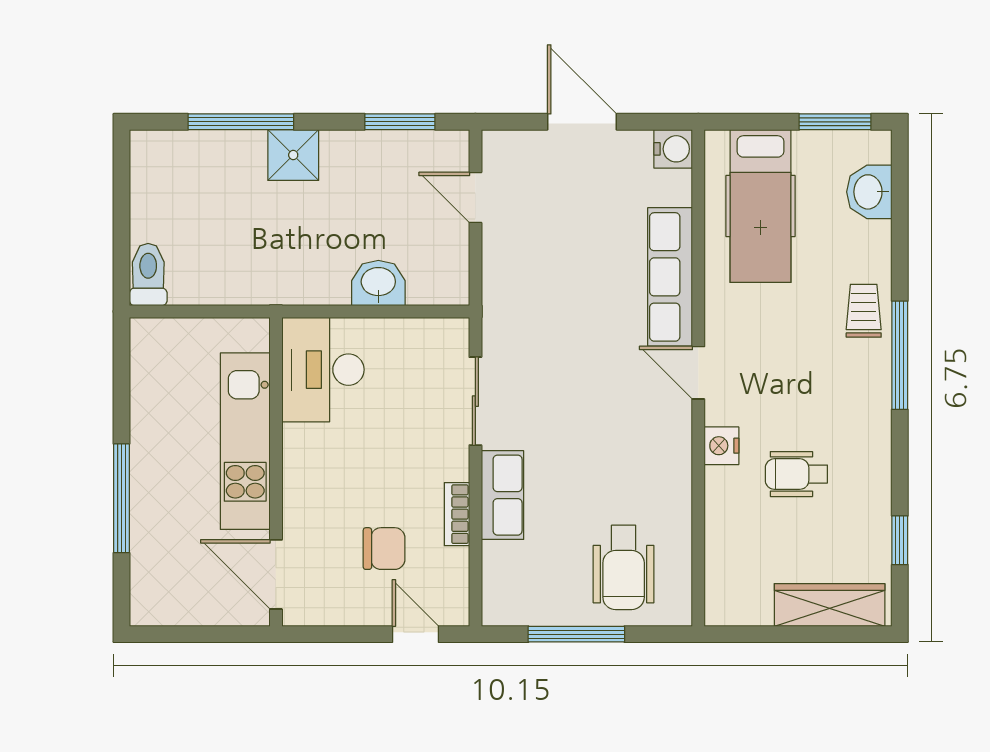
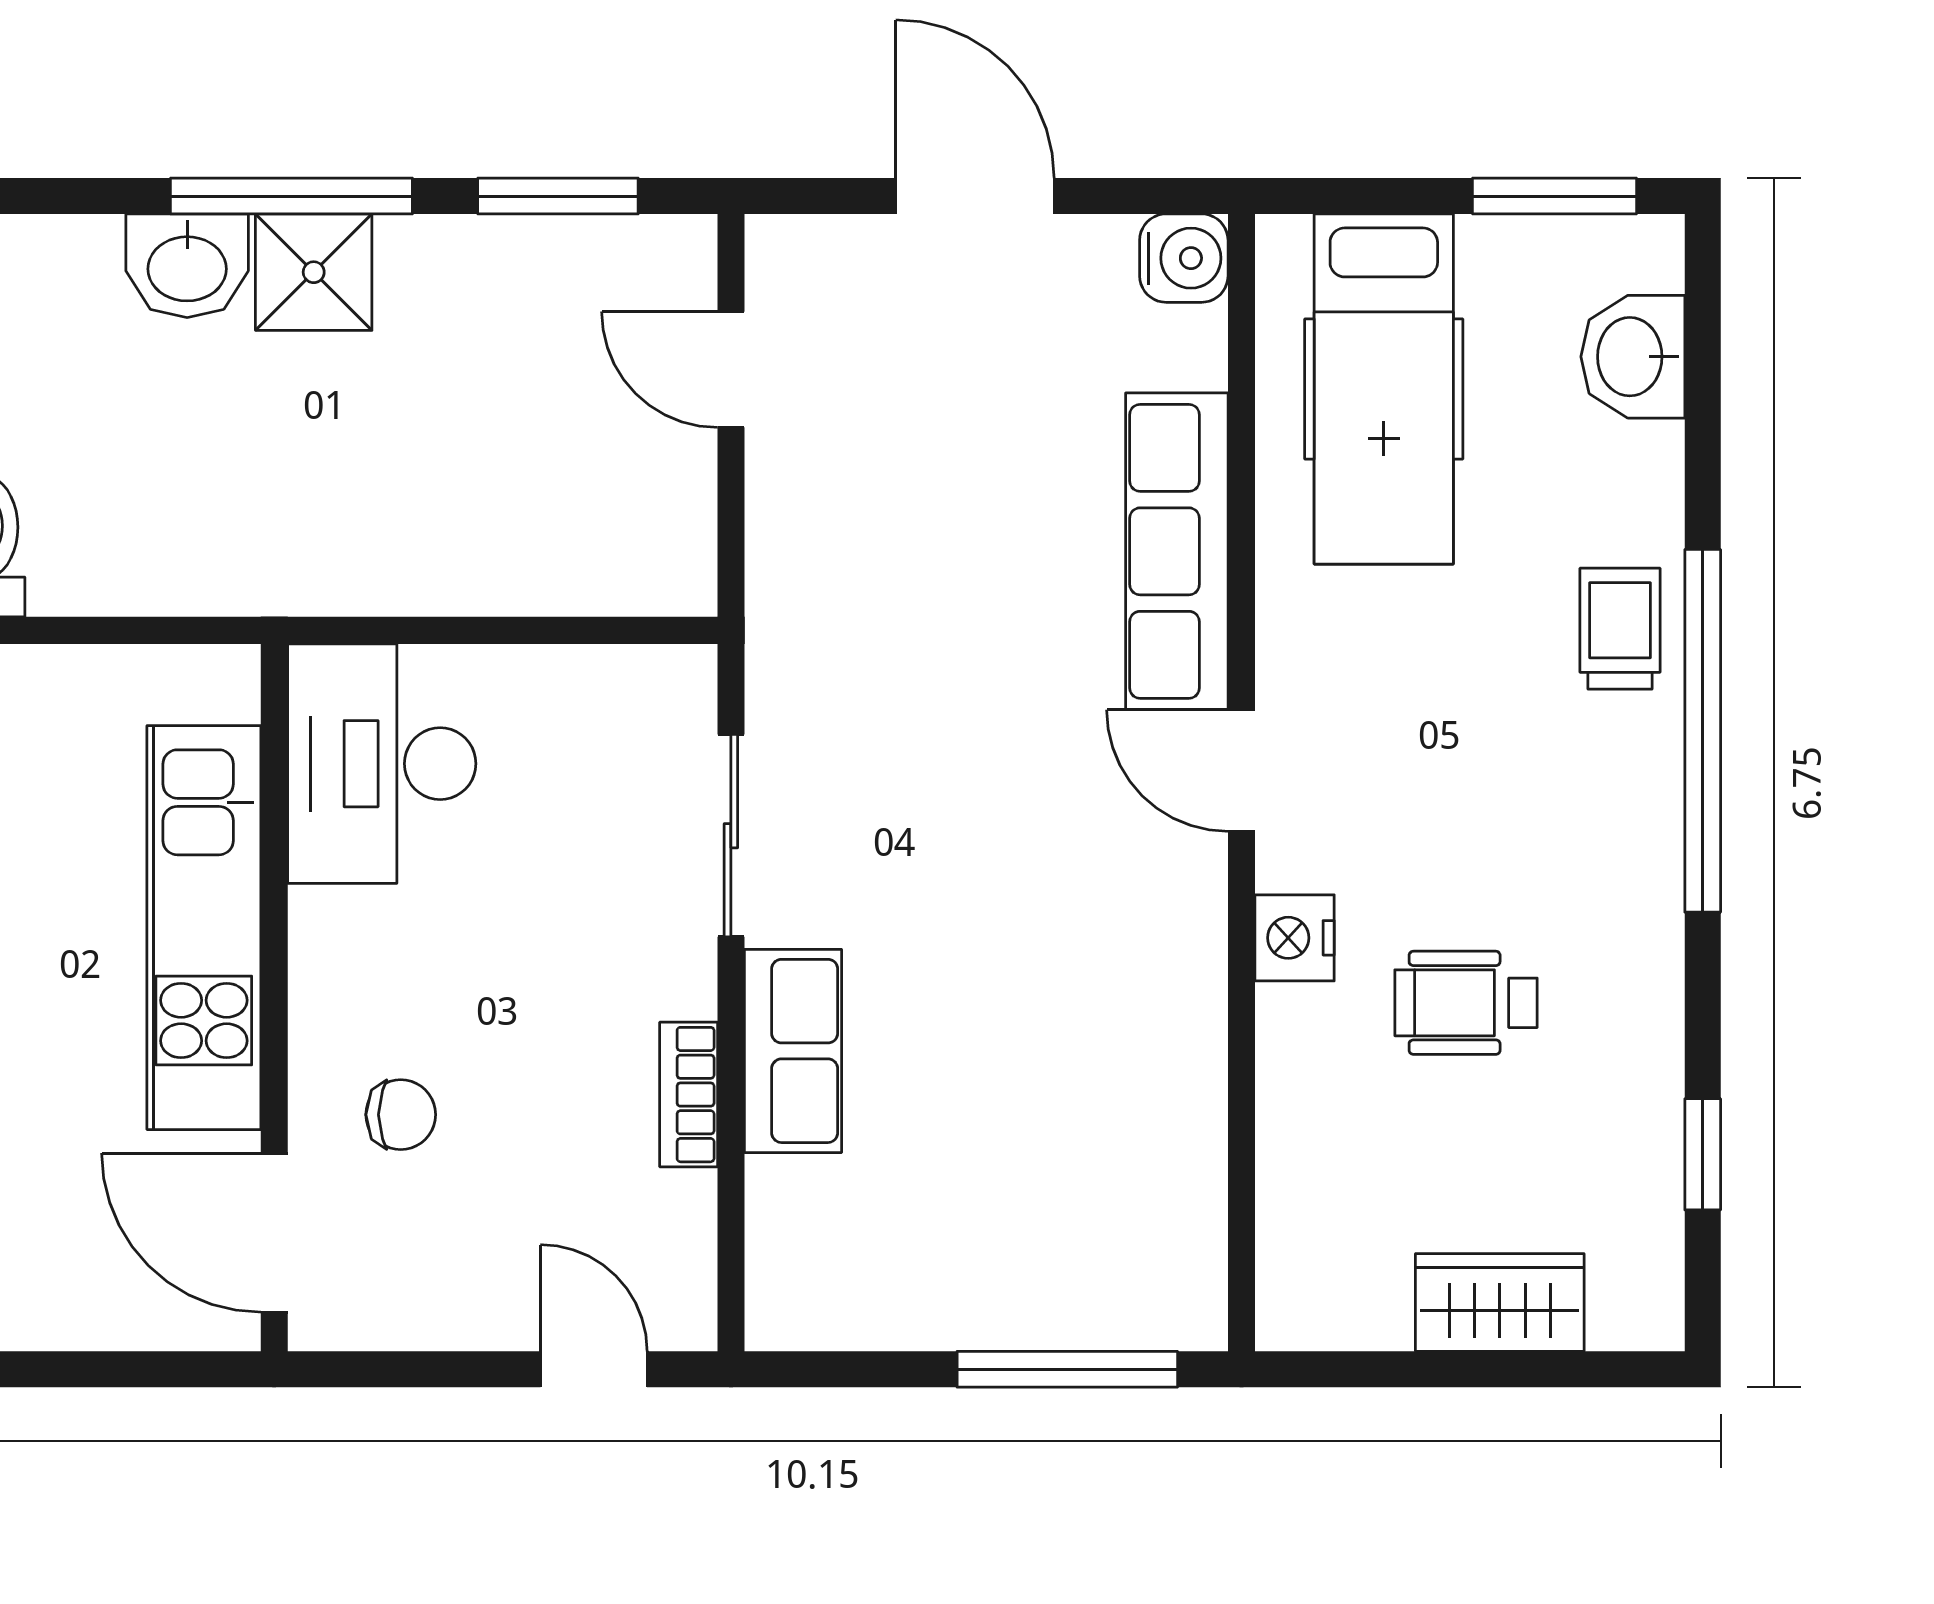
window: (241, 122) -> (291, 196), moved
washbasin: (378, 283) -> (187, 266), moved, turned 180
window: (900, 355) -> (1703, 731), width x1.46
chair: (384, 549) -> (401, 1115), moved, width x0.73, depth x0.73
wheelchair: (624, 567) -> (1070, 1216), removed
wardrobe: (830, 605) -> (1500, 1302), width x0.67
window: (576, 634) -> (1067, 1369), moved

